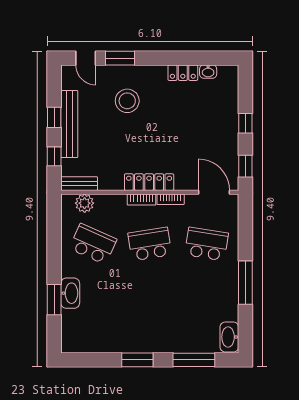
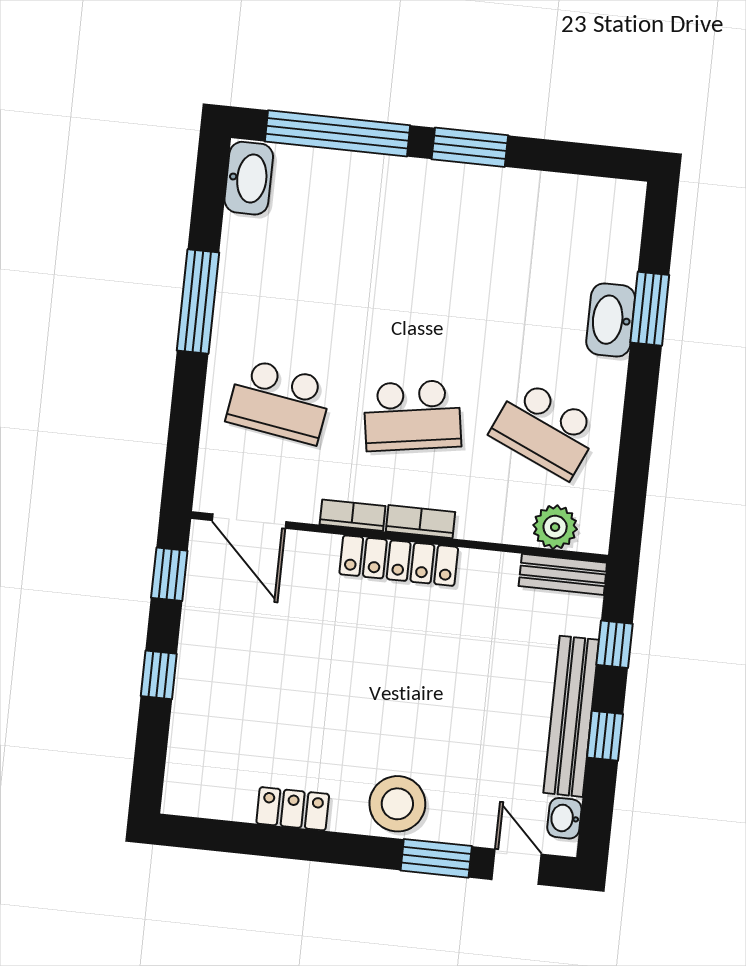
washbasin: (208, 72) -> (564, 818), moved, turned -90
stool: (127, 101) -> (397, 804), moved
window: (194, 360) -> (337, 133), width x1.46

